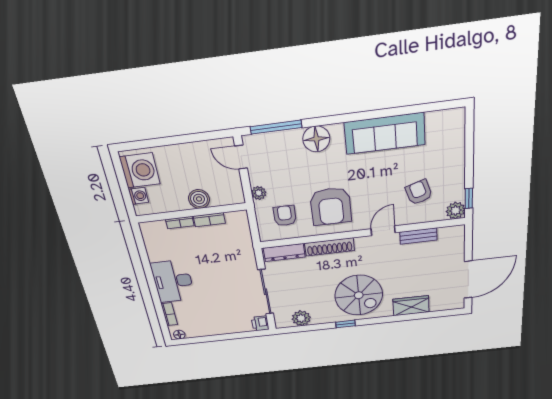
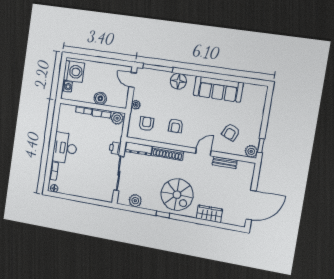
armchair: (419, 192) -> (231, 132), turned -138
armchair: (331, 206) -> (176, 126), width x0.53, depth x0.53
plant: (236, 220) -> (117, 118), added
printer: (260, 323) -> (115, 148), moved

